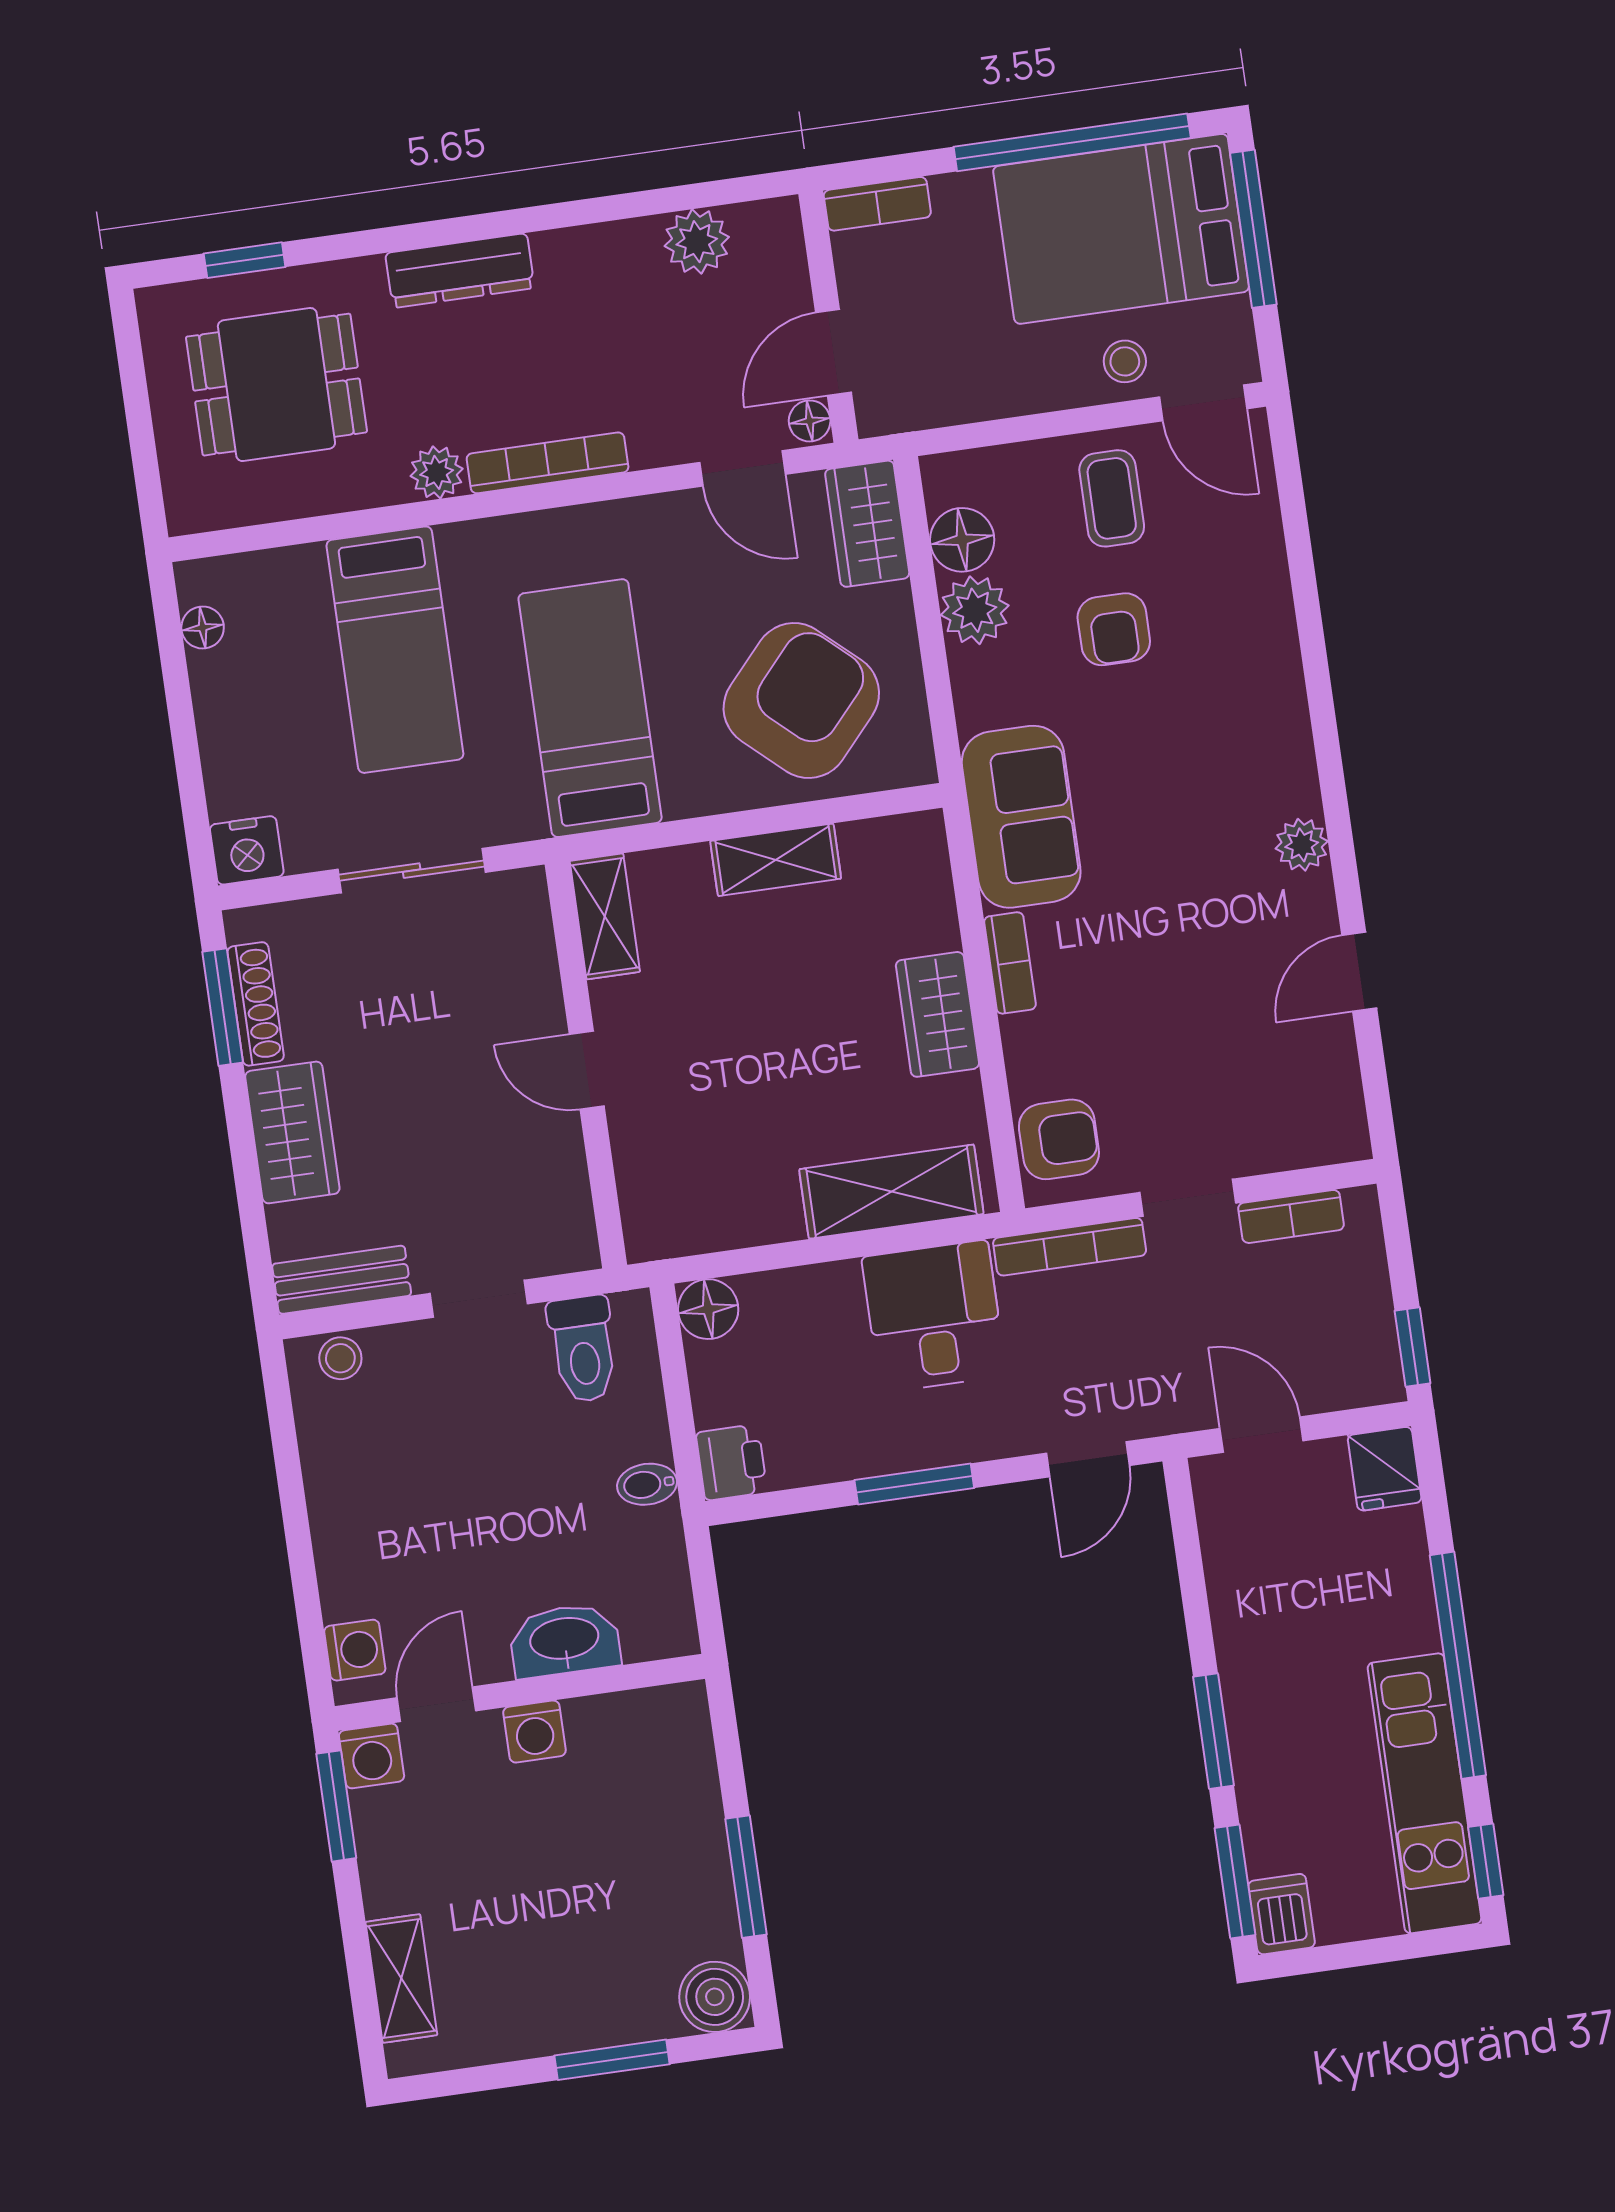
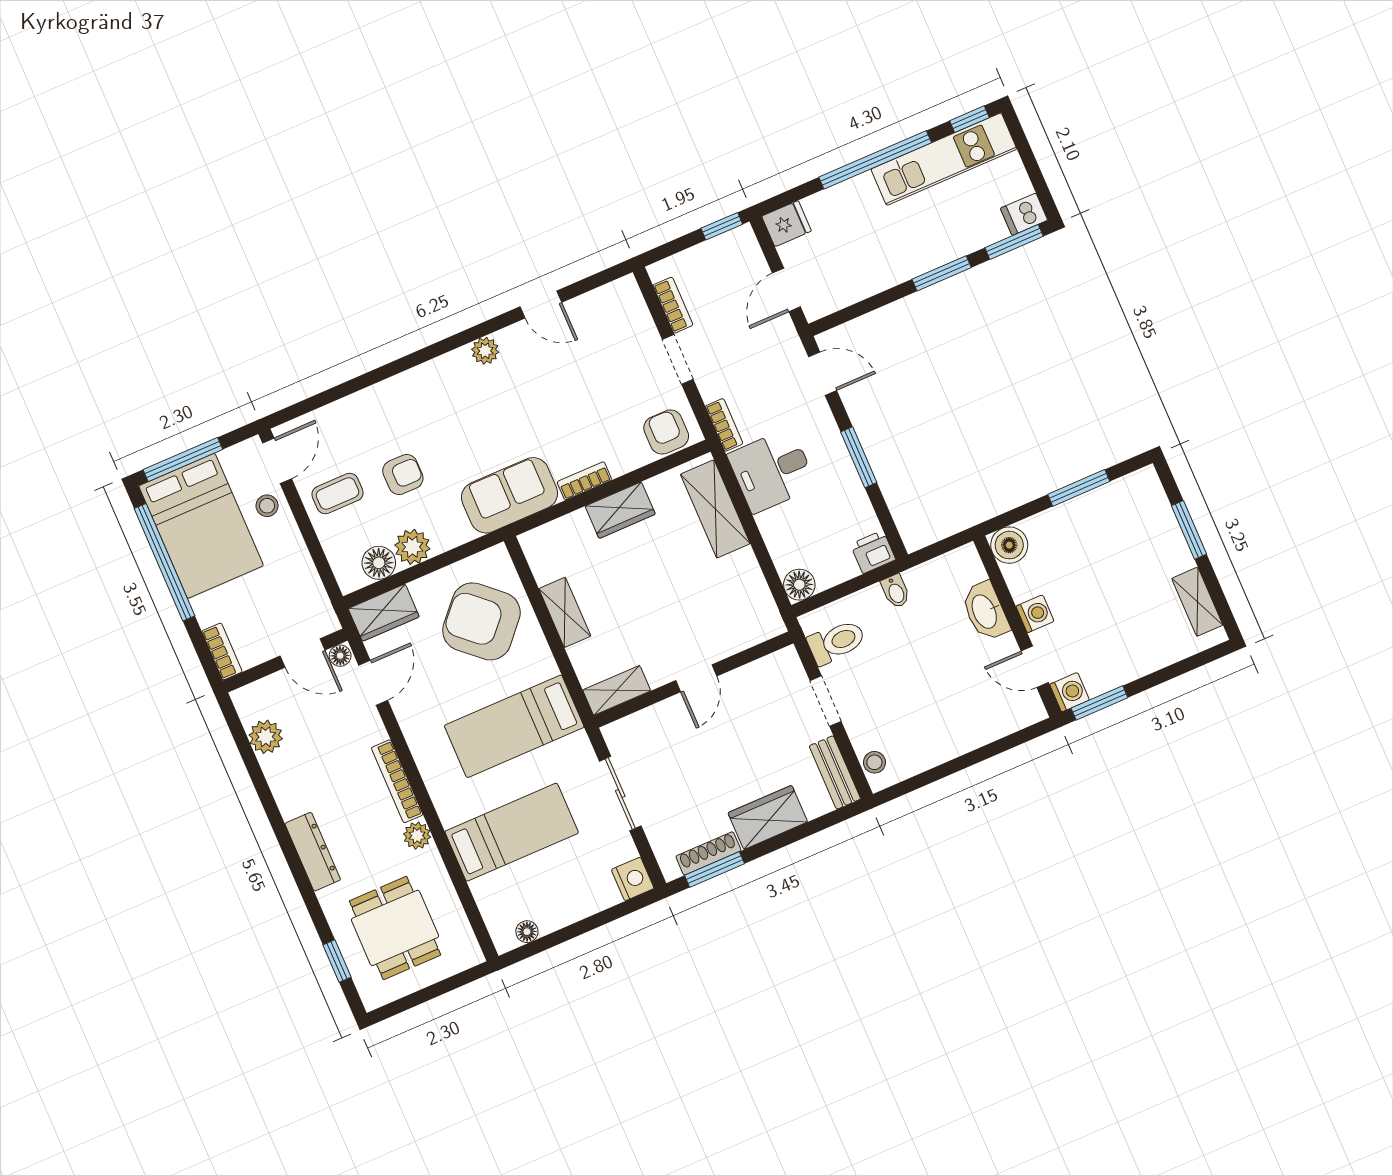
bookcase: (1070, 1247) -> (724, 425), width x0.64
washing machine: (355, 1650) -> (1019, 715), removed
shelving: (401, 1978) -> (1197, 602), moved, turned 90
boiler: (715, 1997) -> (1009, 545), moved

